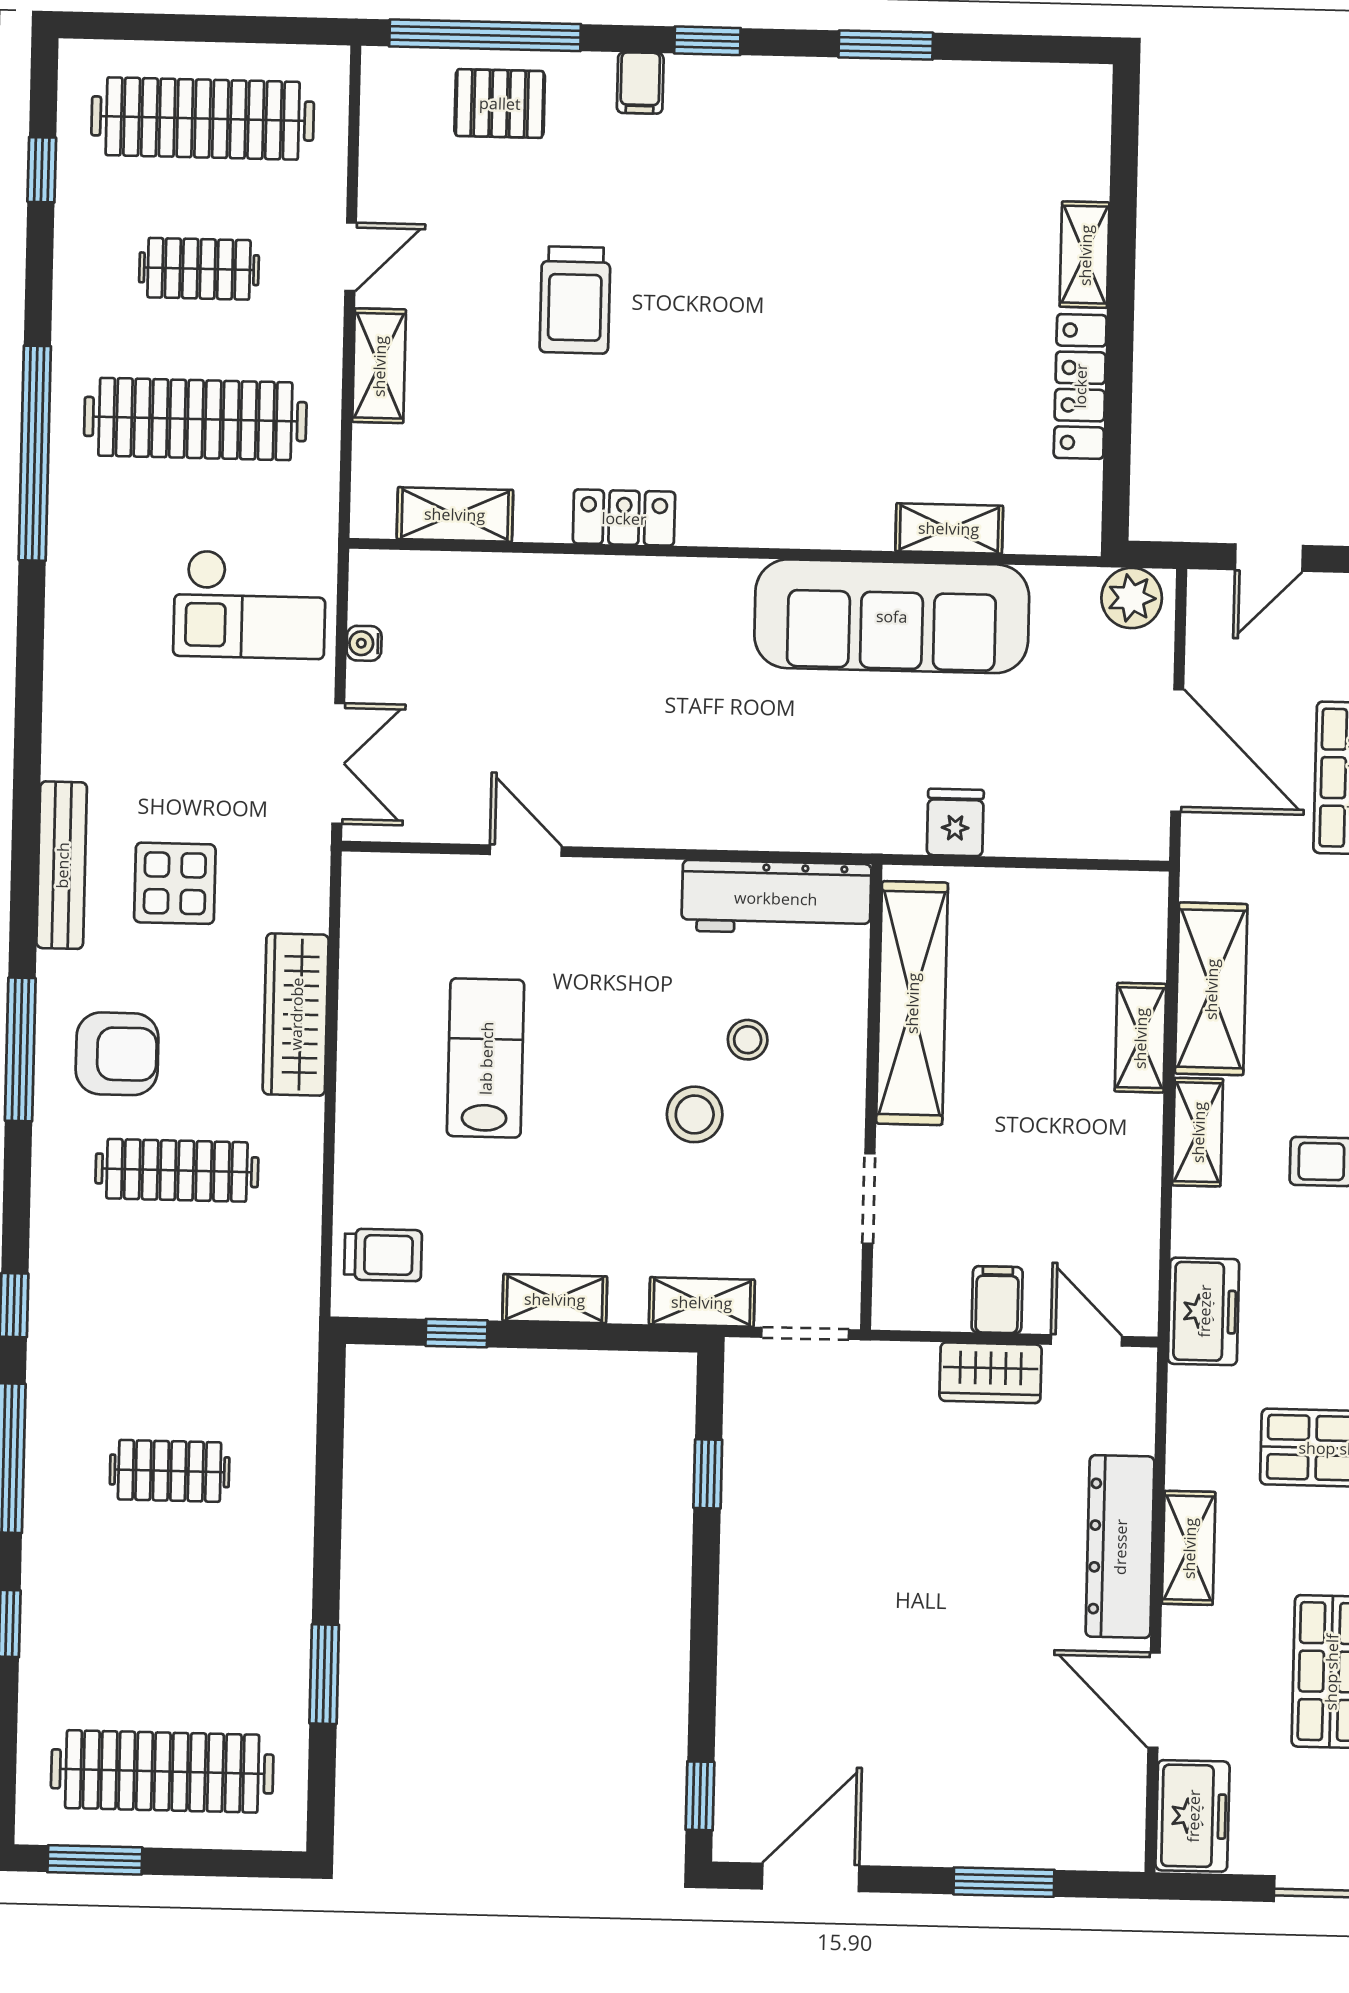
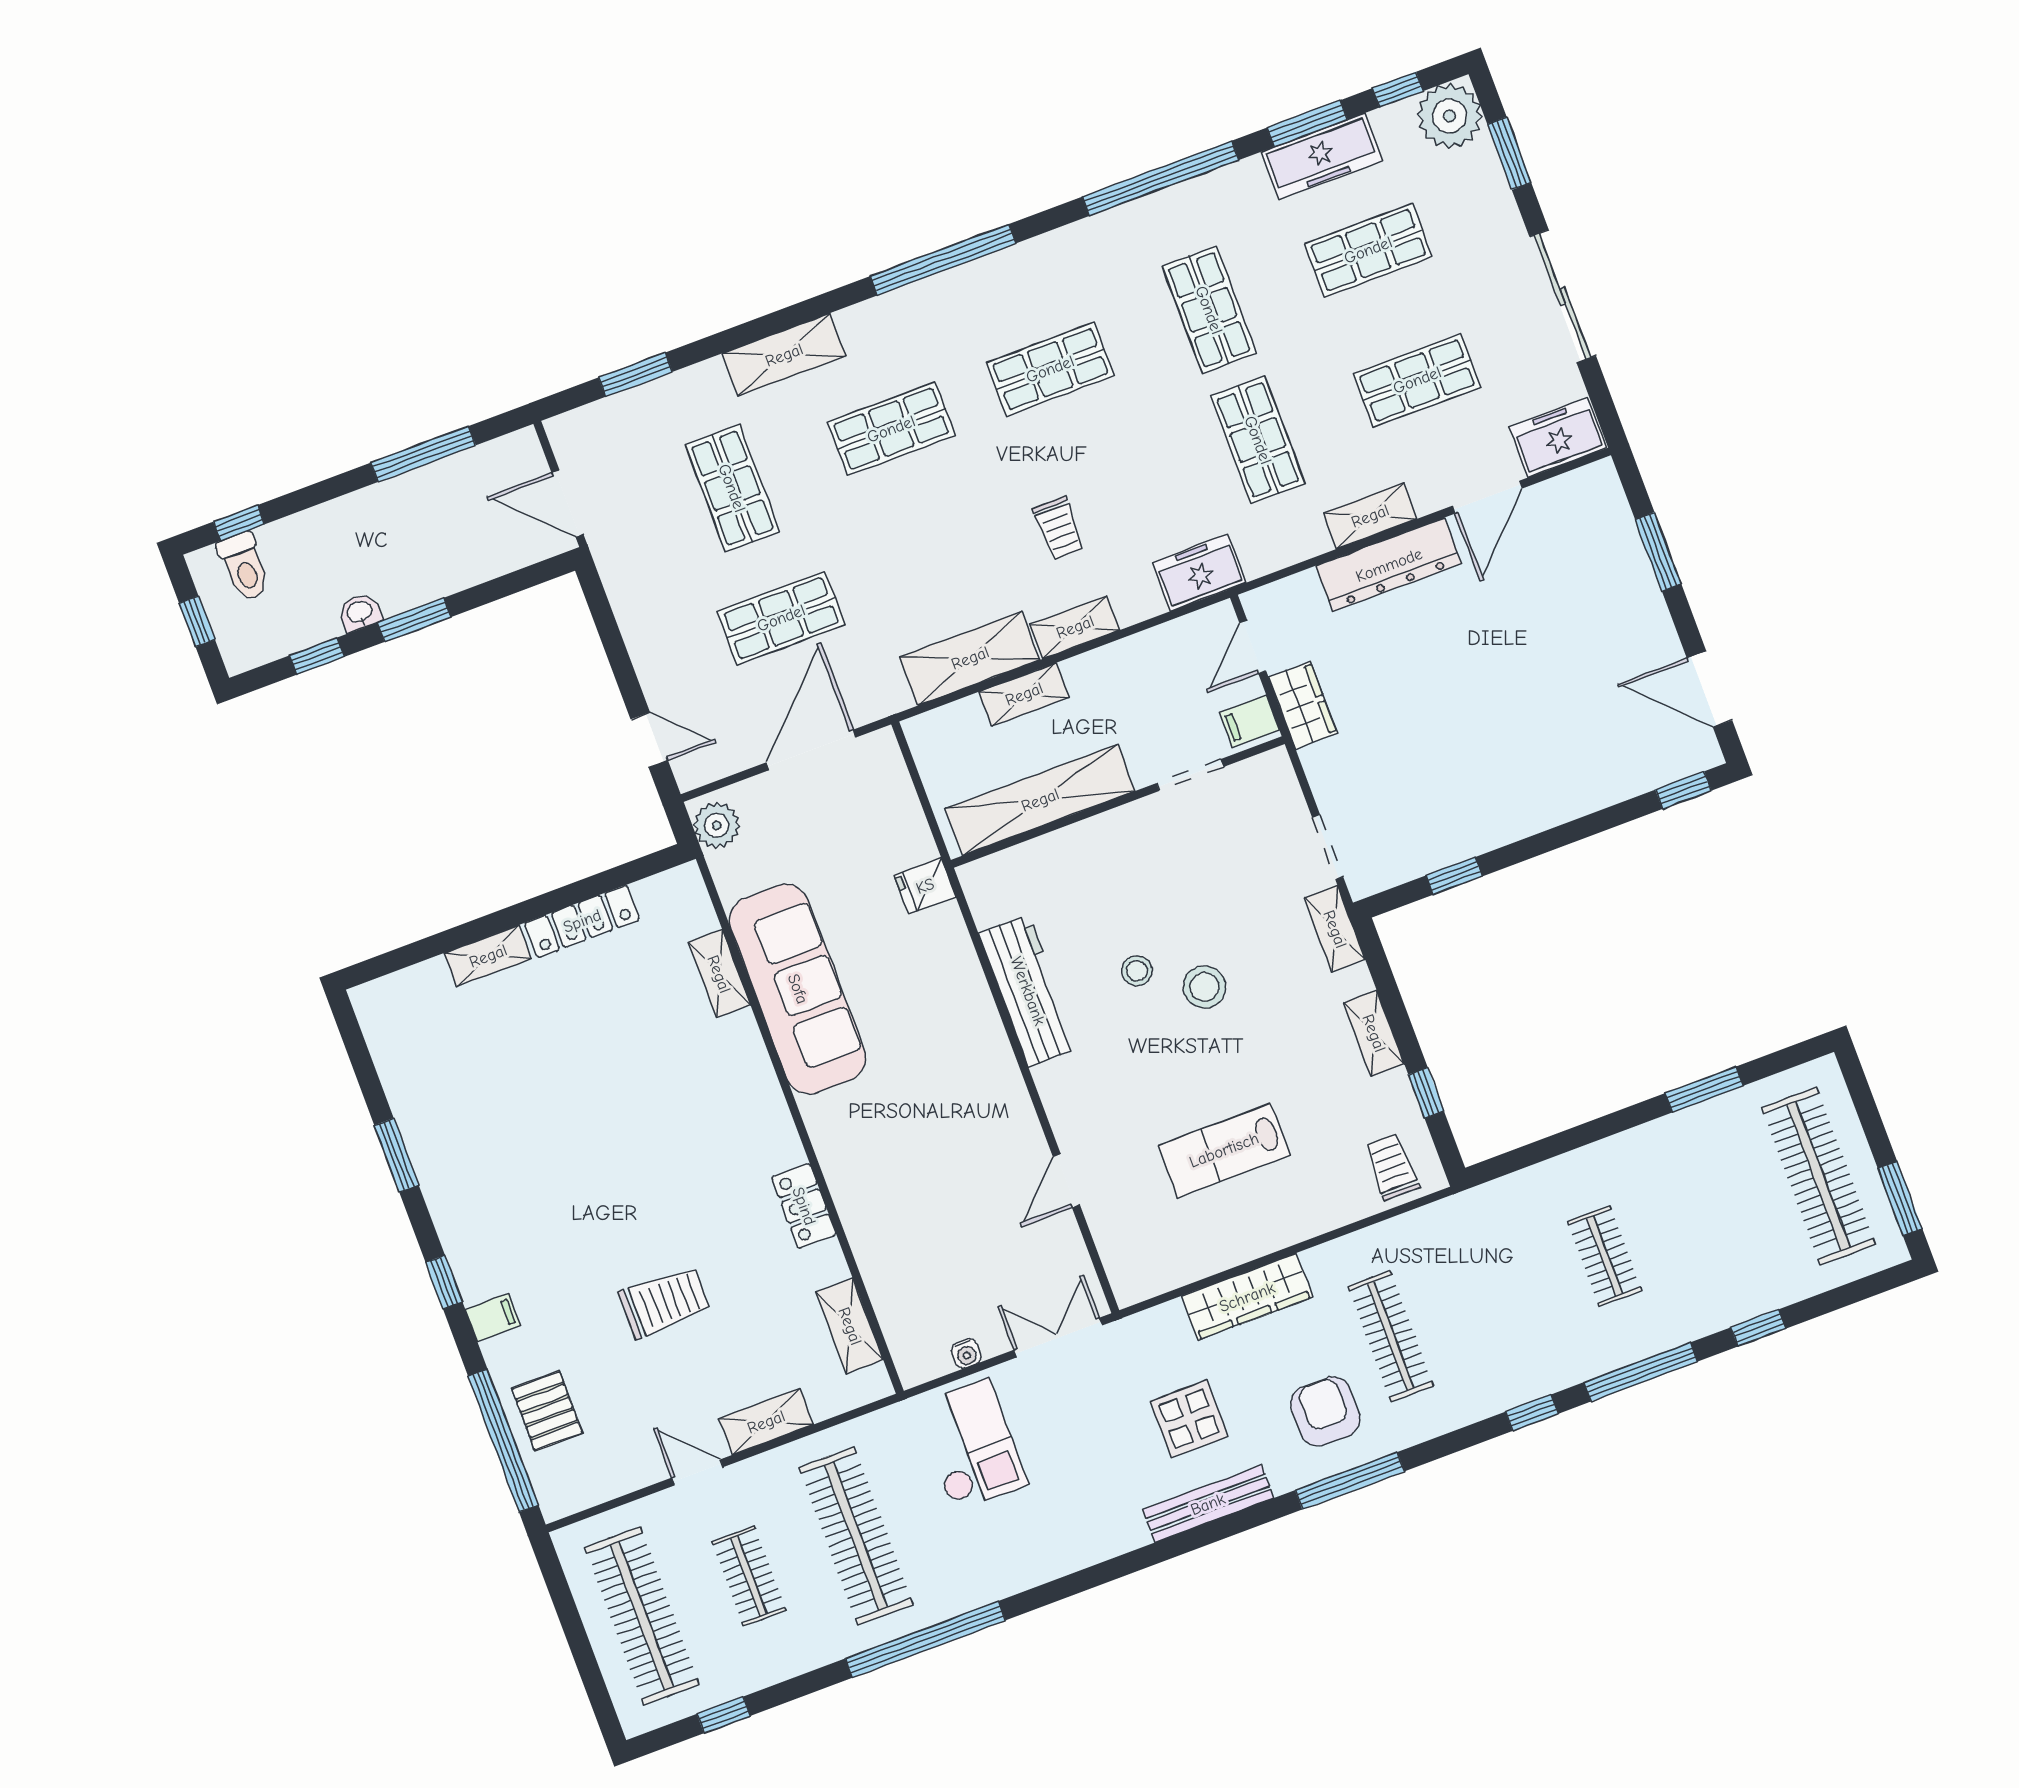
shelving: (912, 1003) -> (1040, 800), moved
wall: (871, 1097) -> (1118, 802), moved
doorway: (869, 1198) -> (1190, 775), moved

